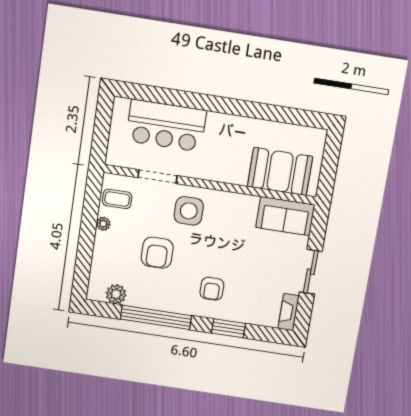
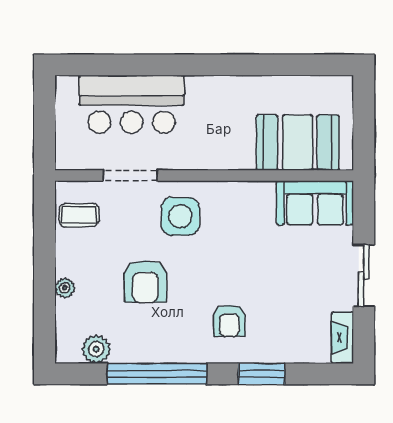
plant: (103, 224) -> (65, 288), moved

